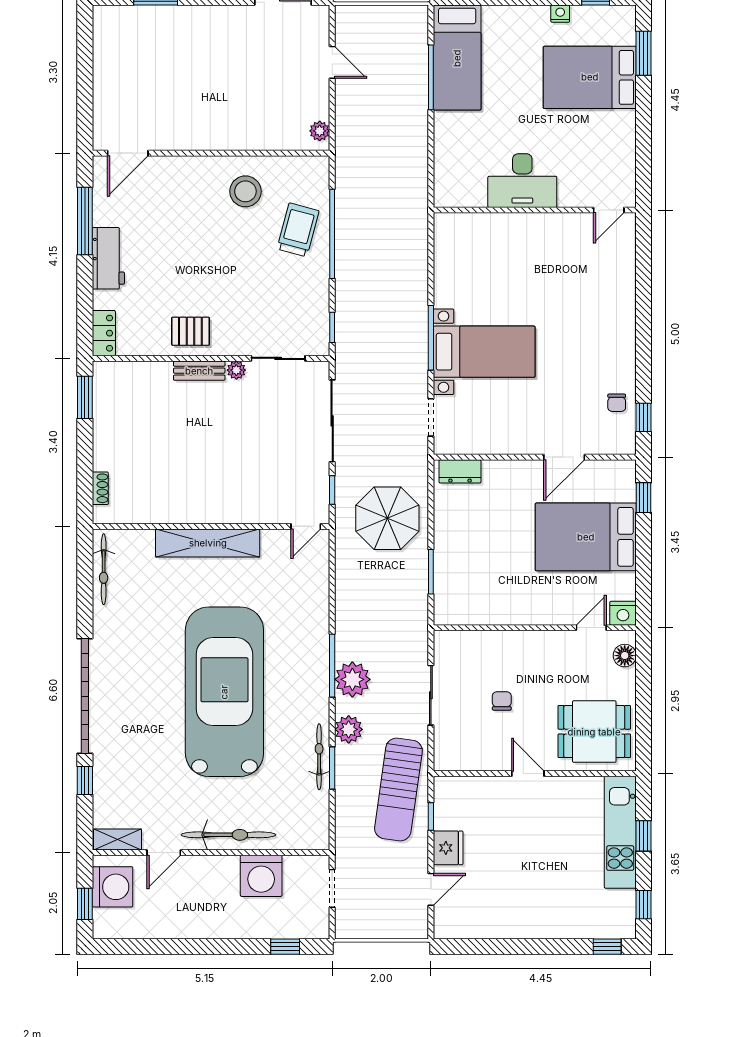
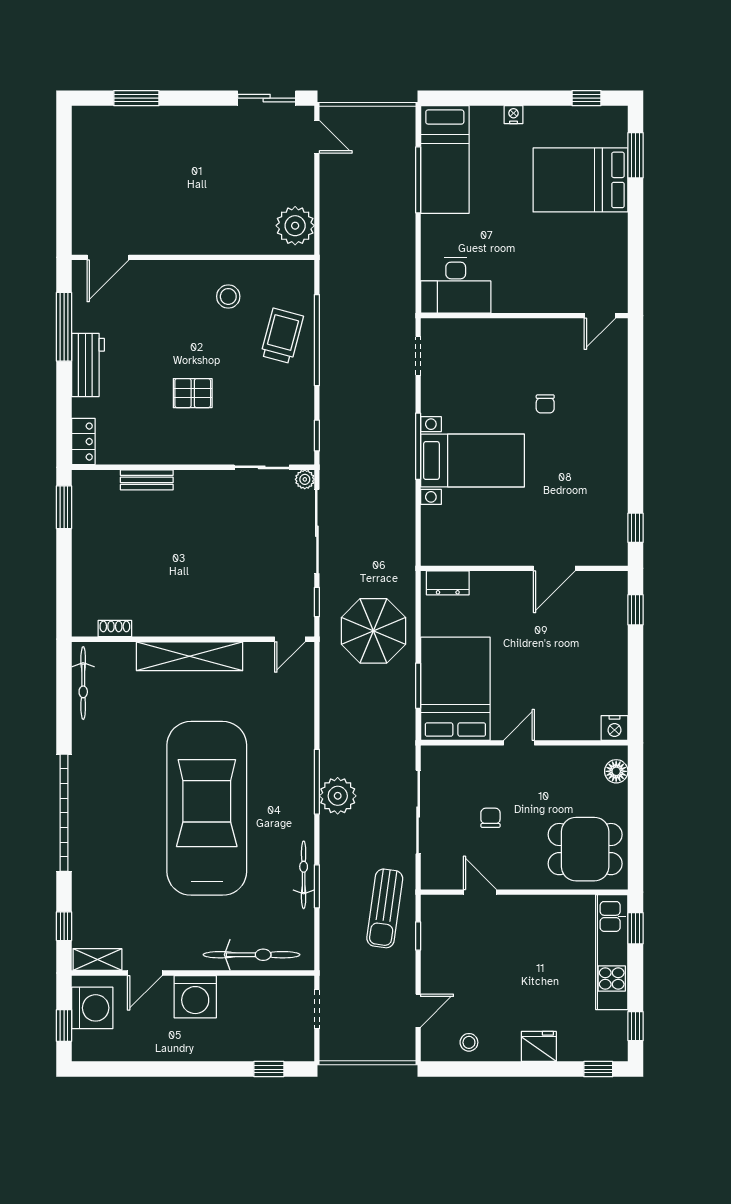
nightstand: (560, 14) -> (513, 115), moved
door: (332, 62) -> (317, 137), moved
plant: (320, 131) -> (295, 226), width x1.88, depth x1.88
desk: (522, 181) -> (456, 285), moved
stool: (245, 191) -> (228, 296), width x0.73, depth x0.73
pallet: (190, 331) -> (193, 393), moved
plant: (236, 370) -> (305, 479), moved
bench: (199, 371) -> (147, 480), moved
chair: (617, 403) -> (545, 404), moved
doorway: (431, 417) -> (418, 356), moved
shoe rack: (100, 488) -> (115, 629), moved, turned -90
bed: (586, 537) -> (455, 689), moved, turned 90
door: (591, 628) -> (519, 743), moved
sliding door: (431, 695) -> (418, 812), width x1.37
plant: (349, 729) -> (334, 847), removed
door: (528, 774) -> (480, 892), moved
window: (85, 780) -> (64, 926), moved
sun lounger: (398, 790) -> (385, 908), width x0.73, depth x0.75
bicycle: (228, 835) -> (251, 955), moved
window: (644, 836) -> (635, 928), moved
fridge: (448, 848) -> (539, 1046), moved, turned -90
washing machine: (261, 876) -> (195, 997), moved
stool: (481, 920) -> (469, 1042), added

